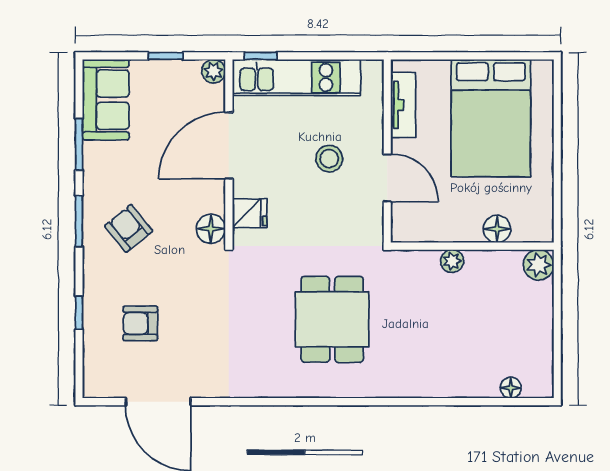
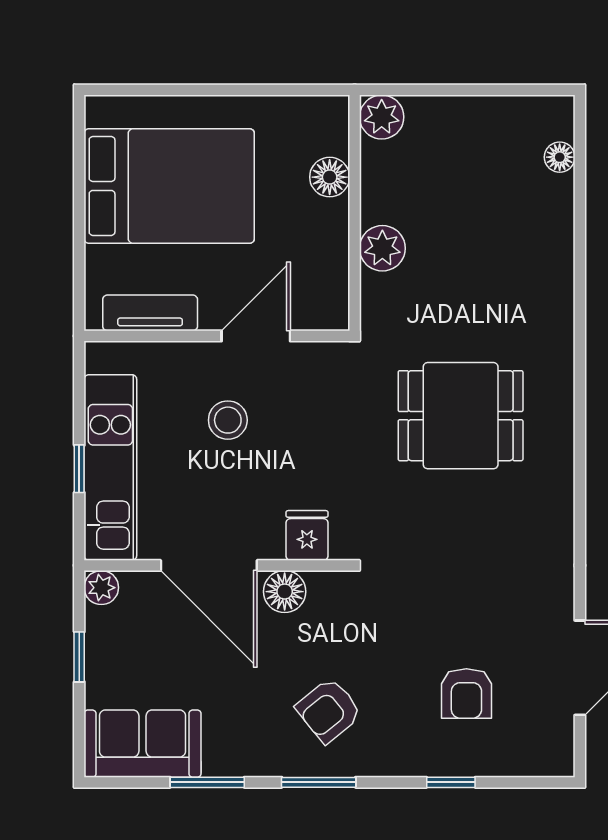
window: (261, 56) -> (79, 469), moved
floor lamp: (211, 229) -> (285, 592), moved
plant: (452, 261) -> (382, 248), width x1.38, depth x1.38

